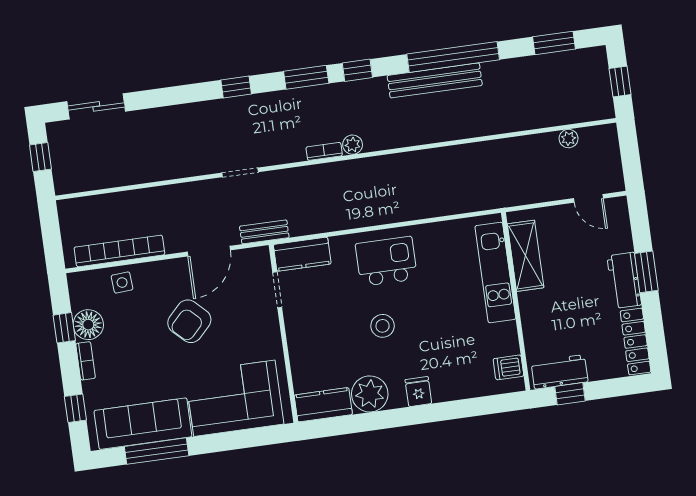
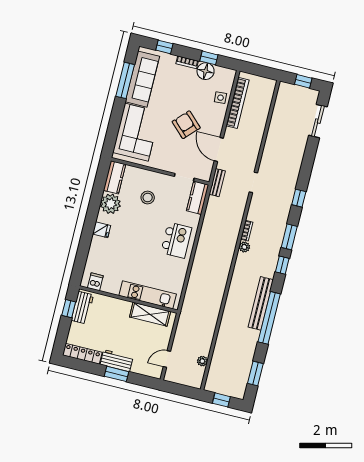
stool: (383, 326) -> (148, 198), moved

